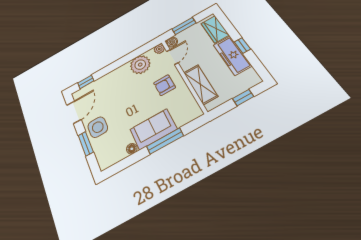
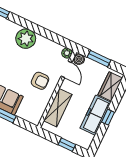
door: (172, 57) -> (66, 69), hinge flipped
plant: (140, 65) -> (26, 39), moved
armchair: (165, 85) -> (40, 81), turned 180

